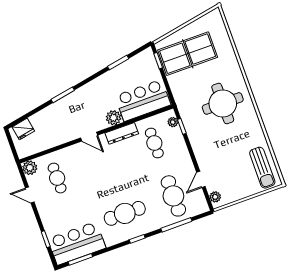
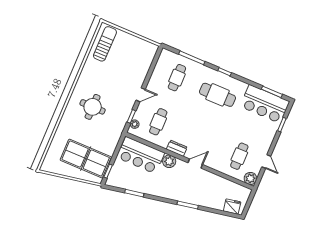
round table: (223, 103) -> (93, 107), width x0.73, depth x0.73
dresser: (122, 133) -> (177, 148), width x0.70
door: (89, 137) -> (195, 164), hinge flipped
door: (201, 179) -> (141, 95), moved
cafe table: (173, 196) -> (177, 78), width x0.73, depth x0.74
plant: (215, 197) -> (151, 53), removed

